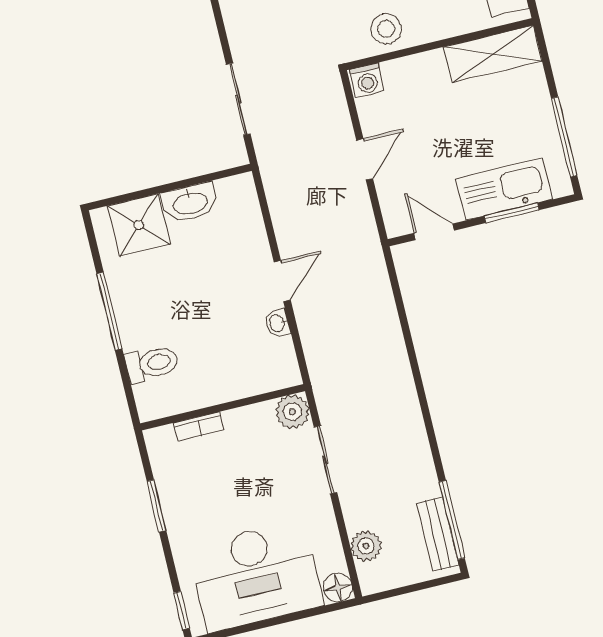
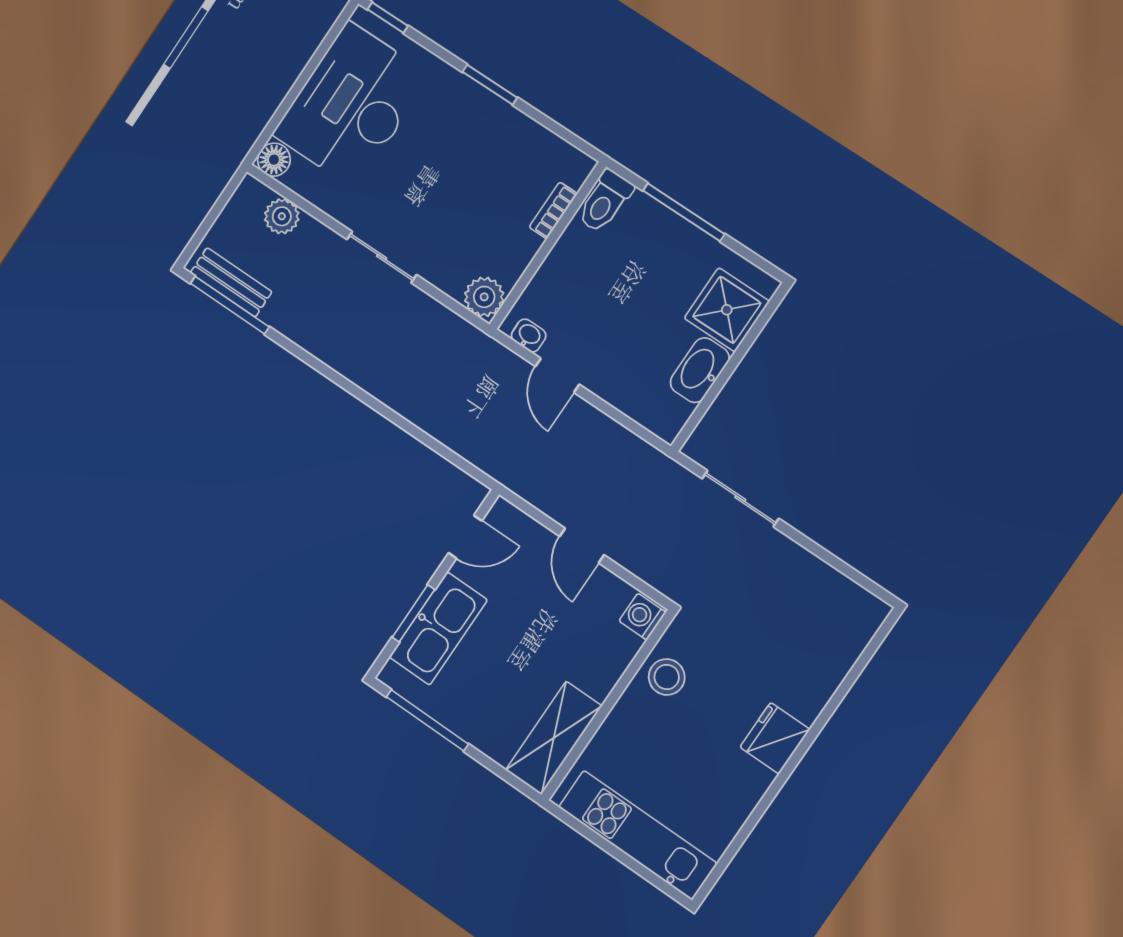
wall: (223, 407) -> (548, 246), moved
plant: (292, 412) -> (484, 297), moved
bookcase: (199, 426) -> (553, 210), moved

